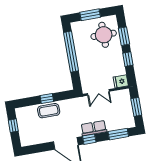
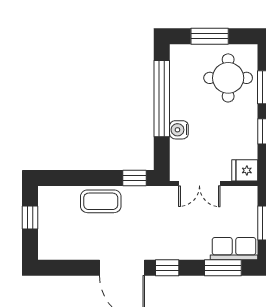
water cooler: (83, 66) -> (179, 130), added
window: (47, 99) -> (135, 178), moved
row of seats: (94, 128) -> (234, 249), moved

